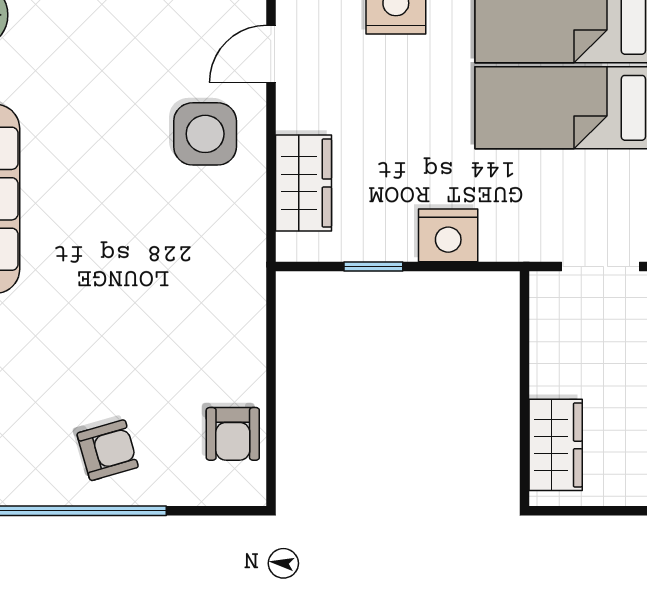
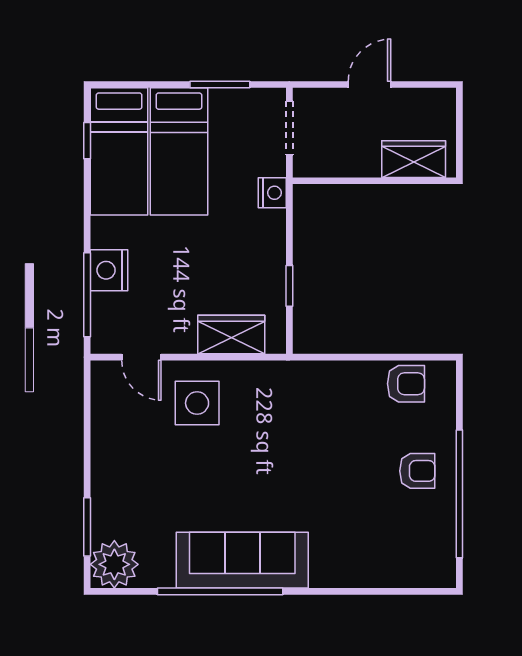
nightstand: (448, 235) -> (272, 193), moved, width x0.74, depth x0.75
armchair: (108, 450) -> (417, 471), turned 106

